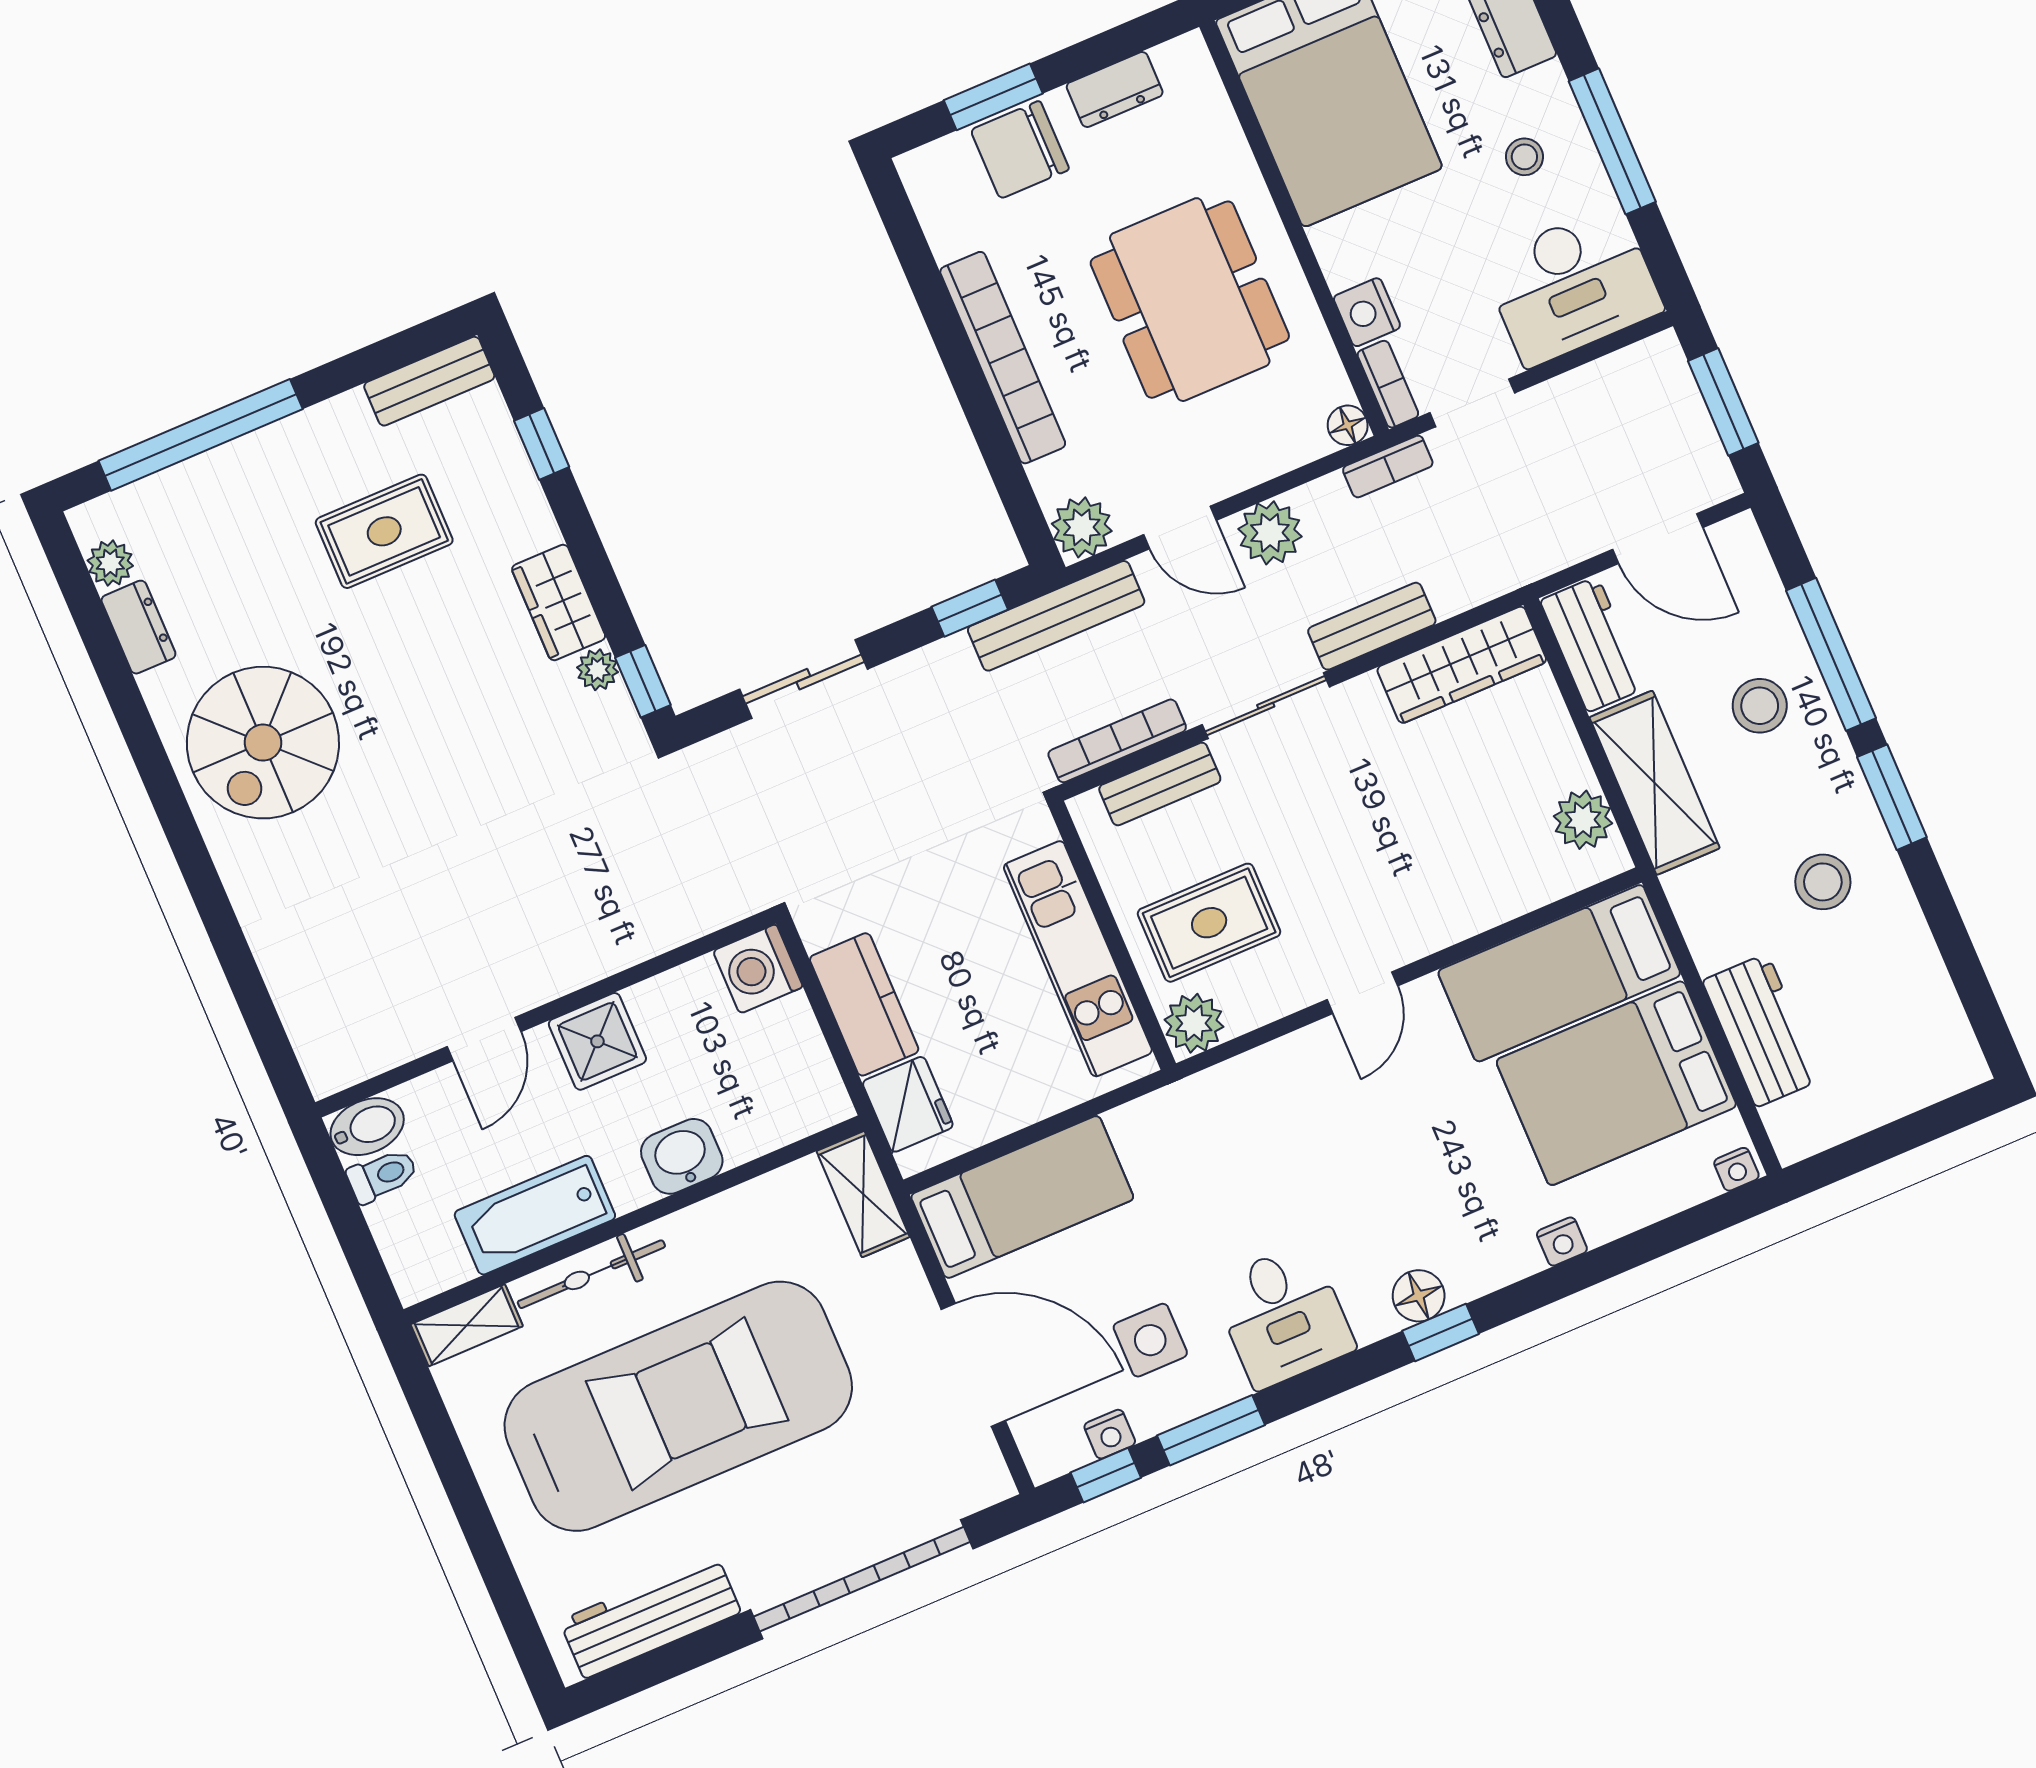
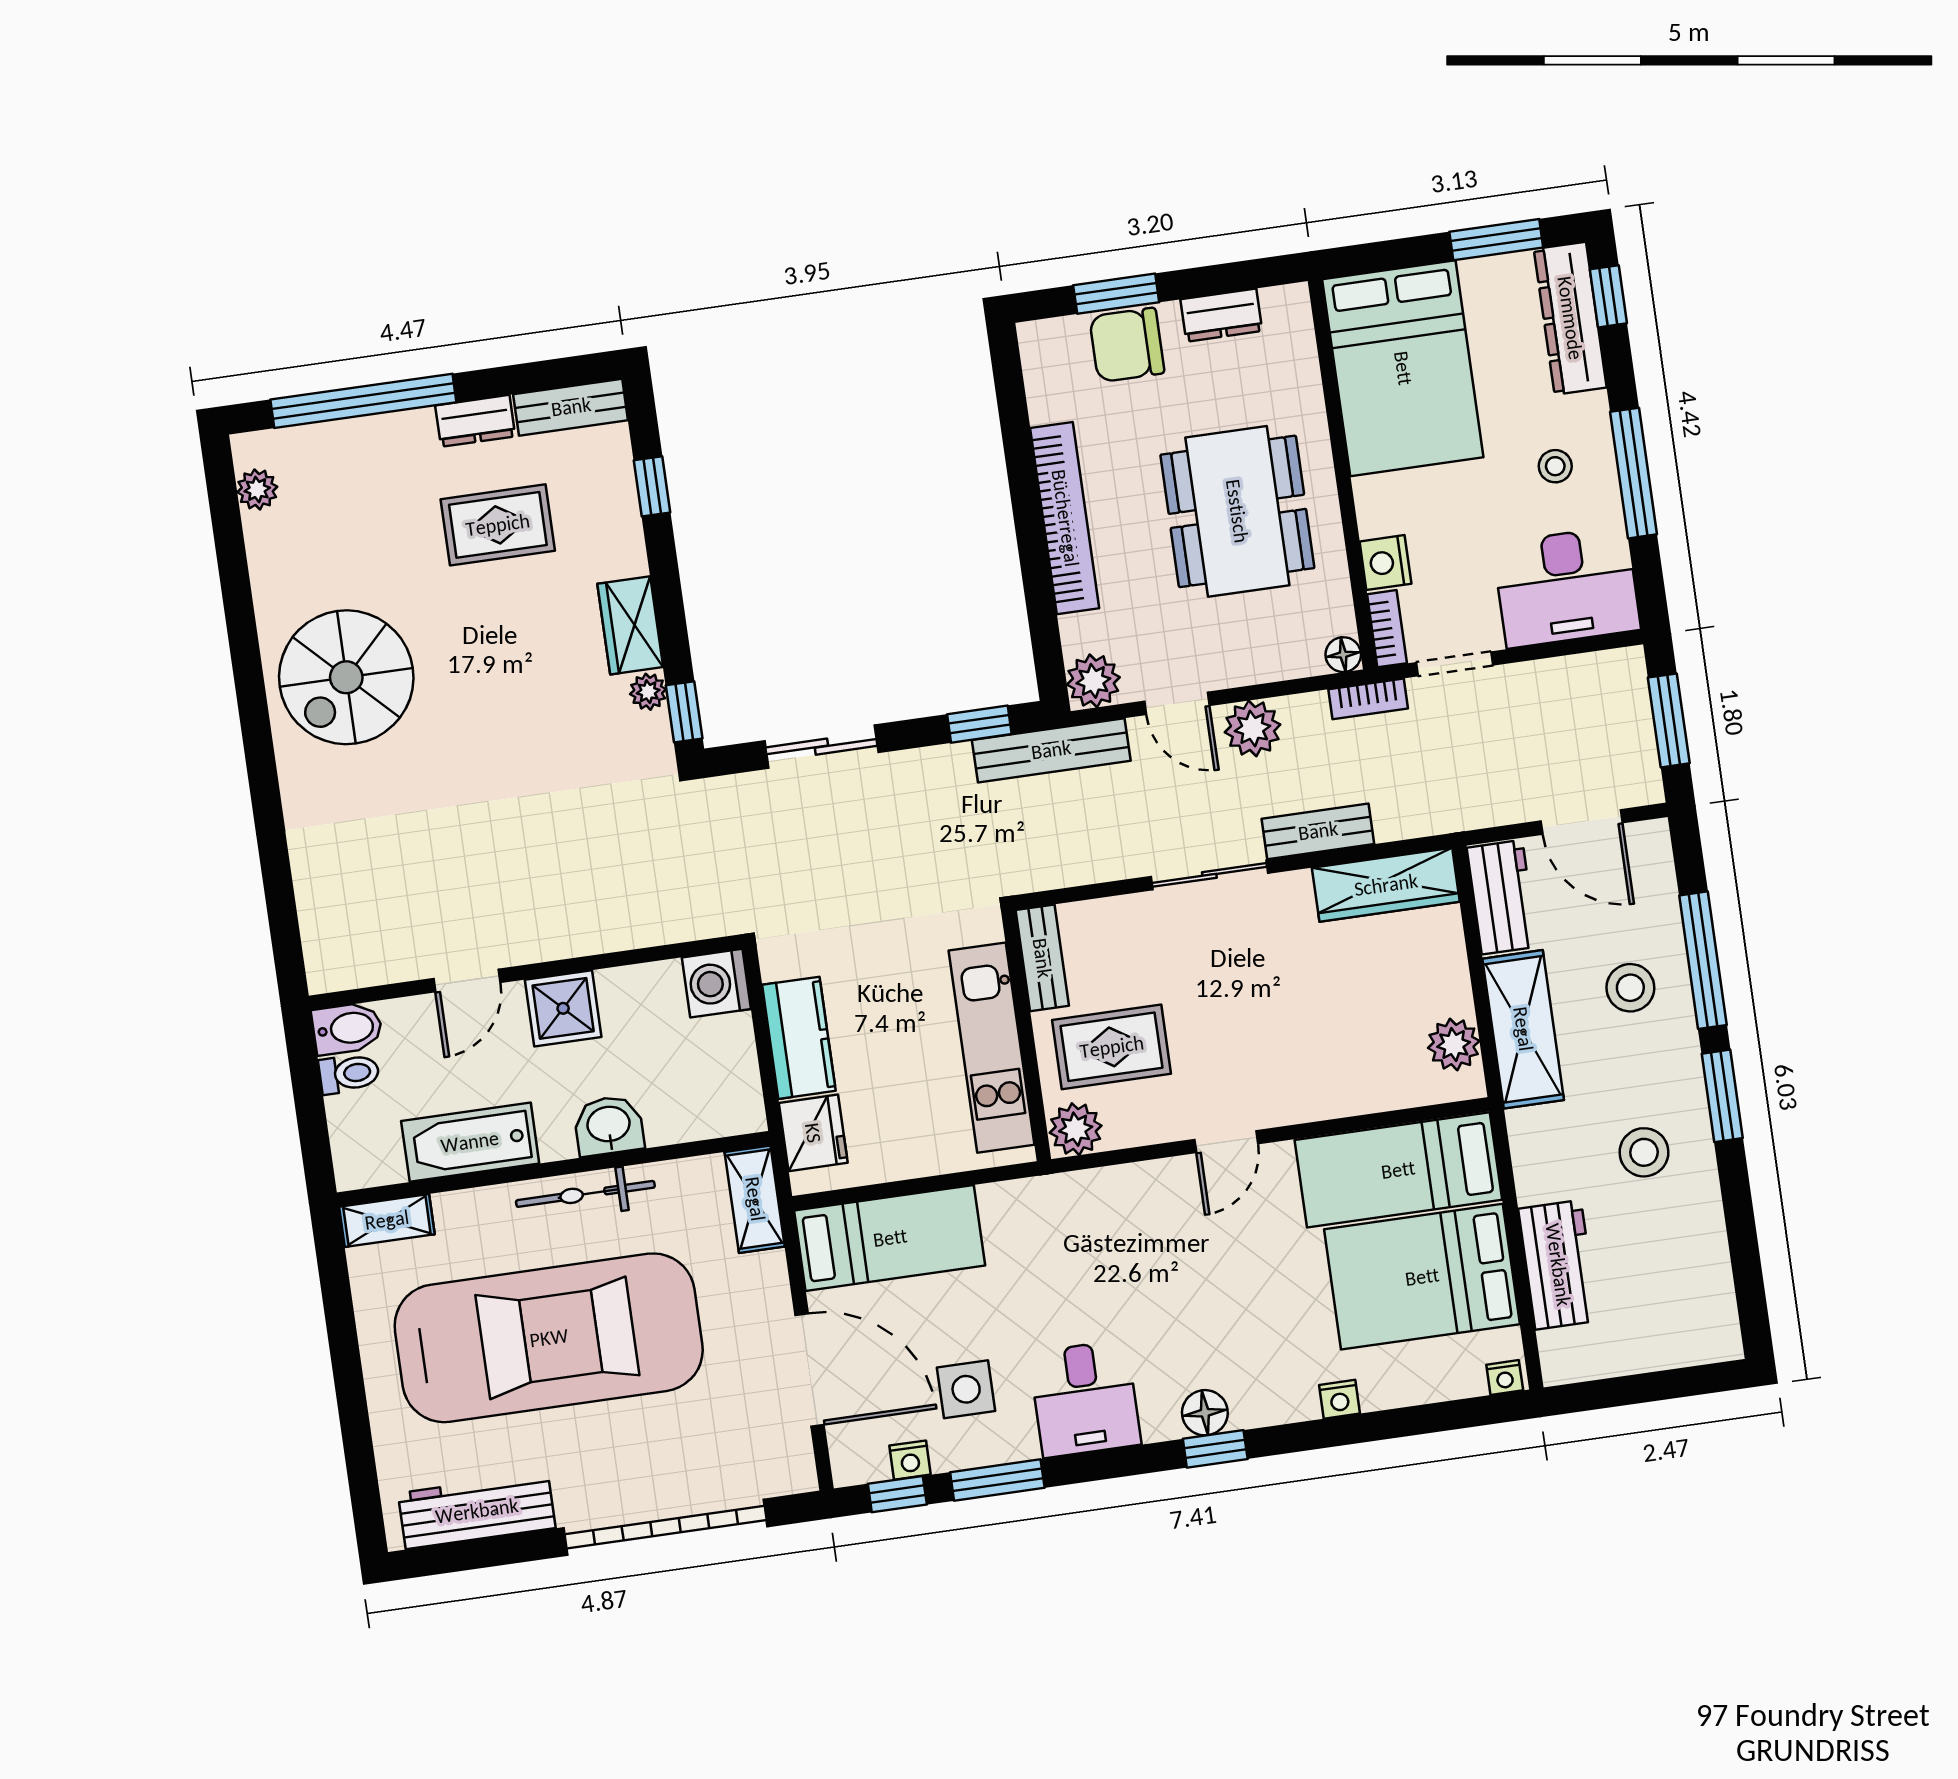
dresser: (138, 627) -> (475, 421), moved, turned 90
bookcase: (1117, 741) -> (1075, 871), removed
bench: (1160, 784) -> (1042, 958), moved, turned 90
bicycle: (591, 1274) -> (585, 1194), moved

